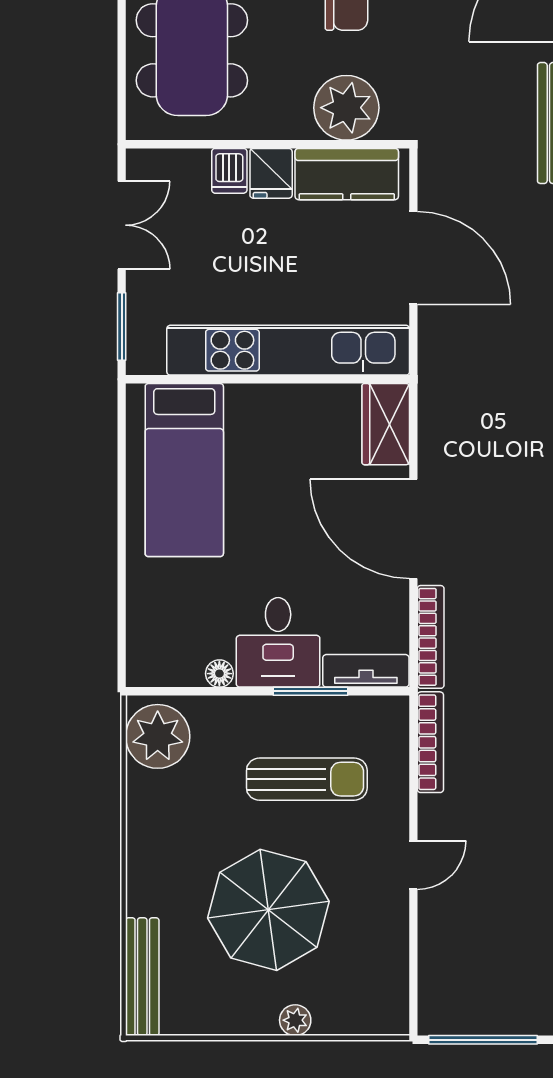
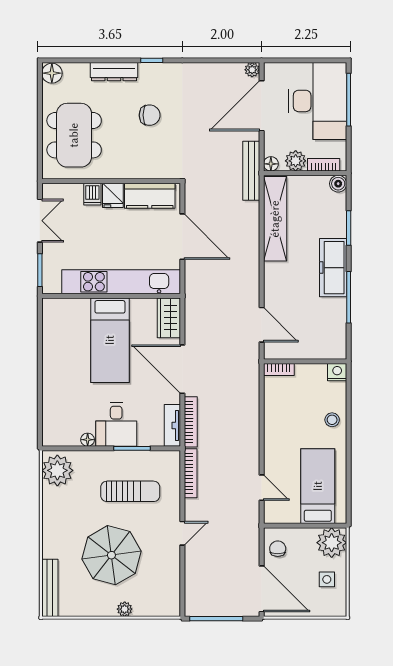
plant: (346, 108) -> (150, 163), removed
bed: (184, 470) -> (110, 340), moved
tv unit: (366, 671) -> (172, 425), moved, turned -90

